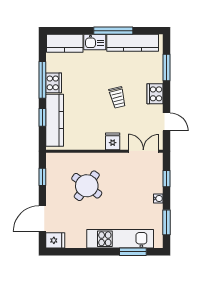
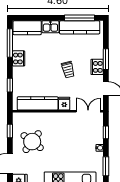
window: (113, 31) -> (79, 18), moved
window: (166, 67) -> (106, 59), moved
window: (42, 80) -> (10, 43), moved
kitchen counter: (55, 120) -> (38, 103), moved, turned -90
round table: (87, 186) -> (32, 142), moved

